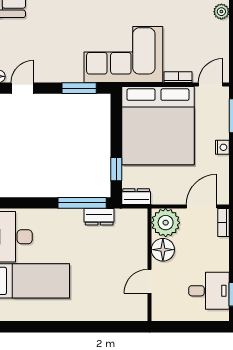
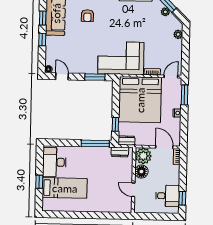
door: (22, 88) -> (62, 76), hinge flipped
door: (202, 207) -> (164, 147), hinge flipped
dresser: (99, 217) -> (120, 152), moved
door: (150, 281) -> (133, 190), hinge flipped

